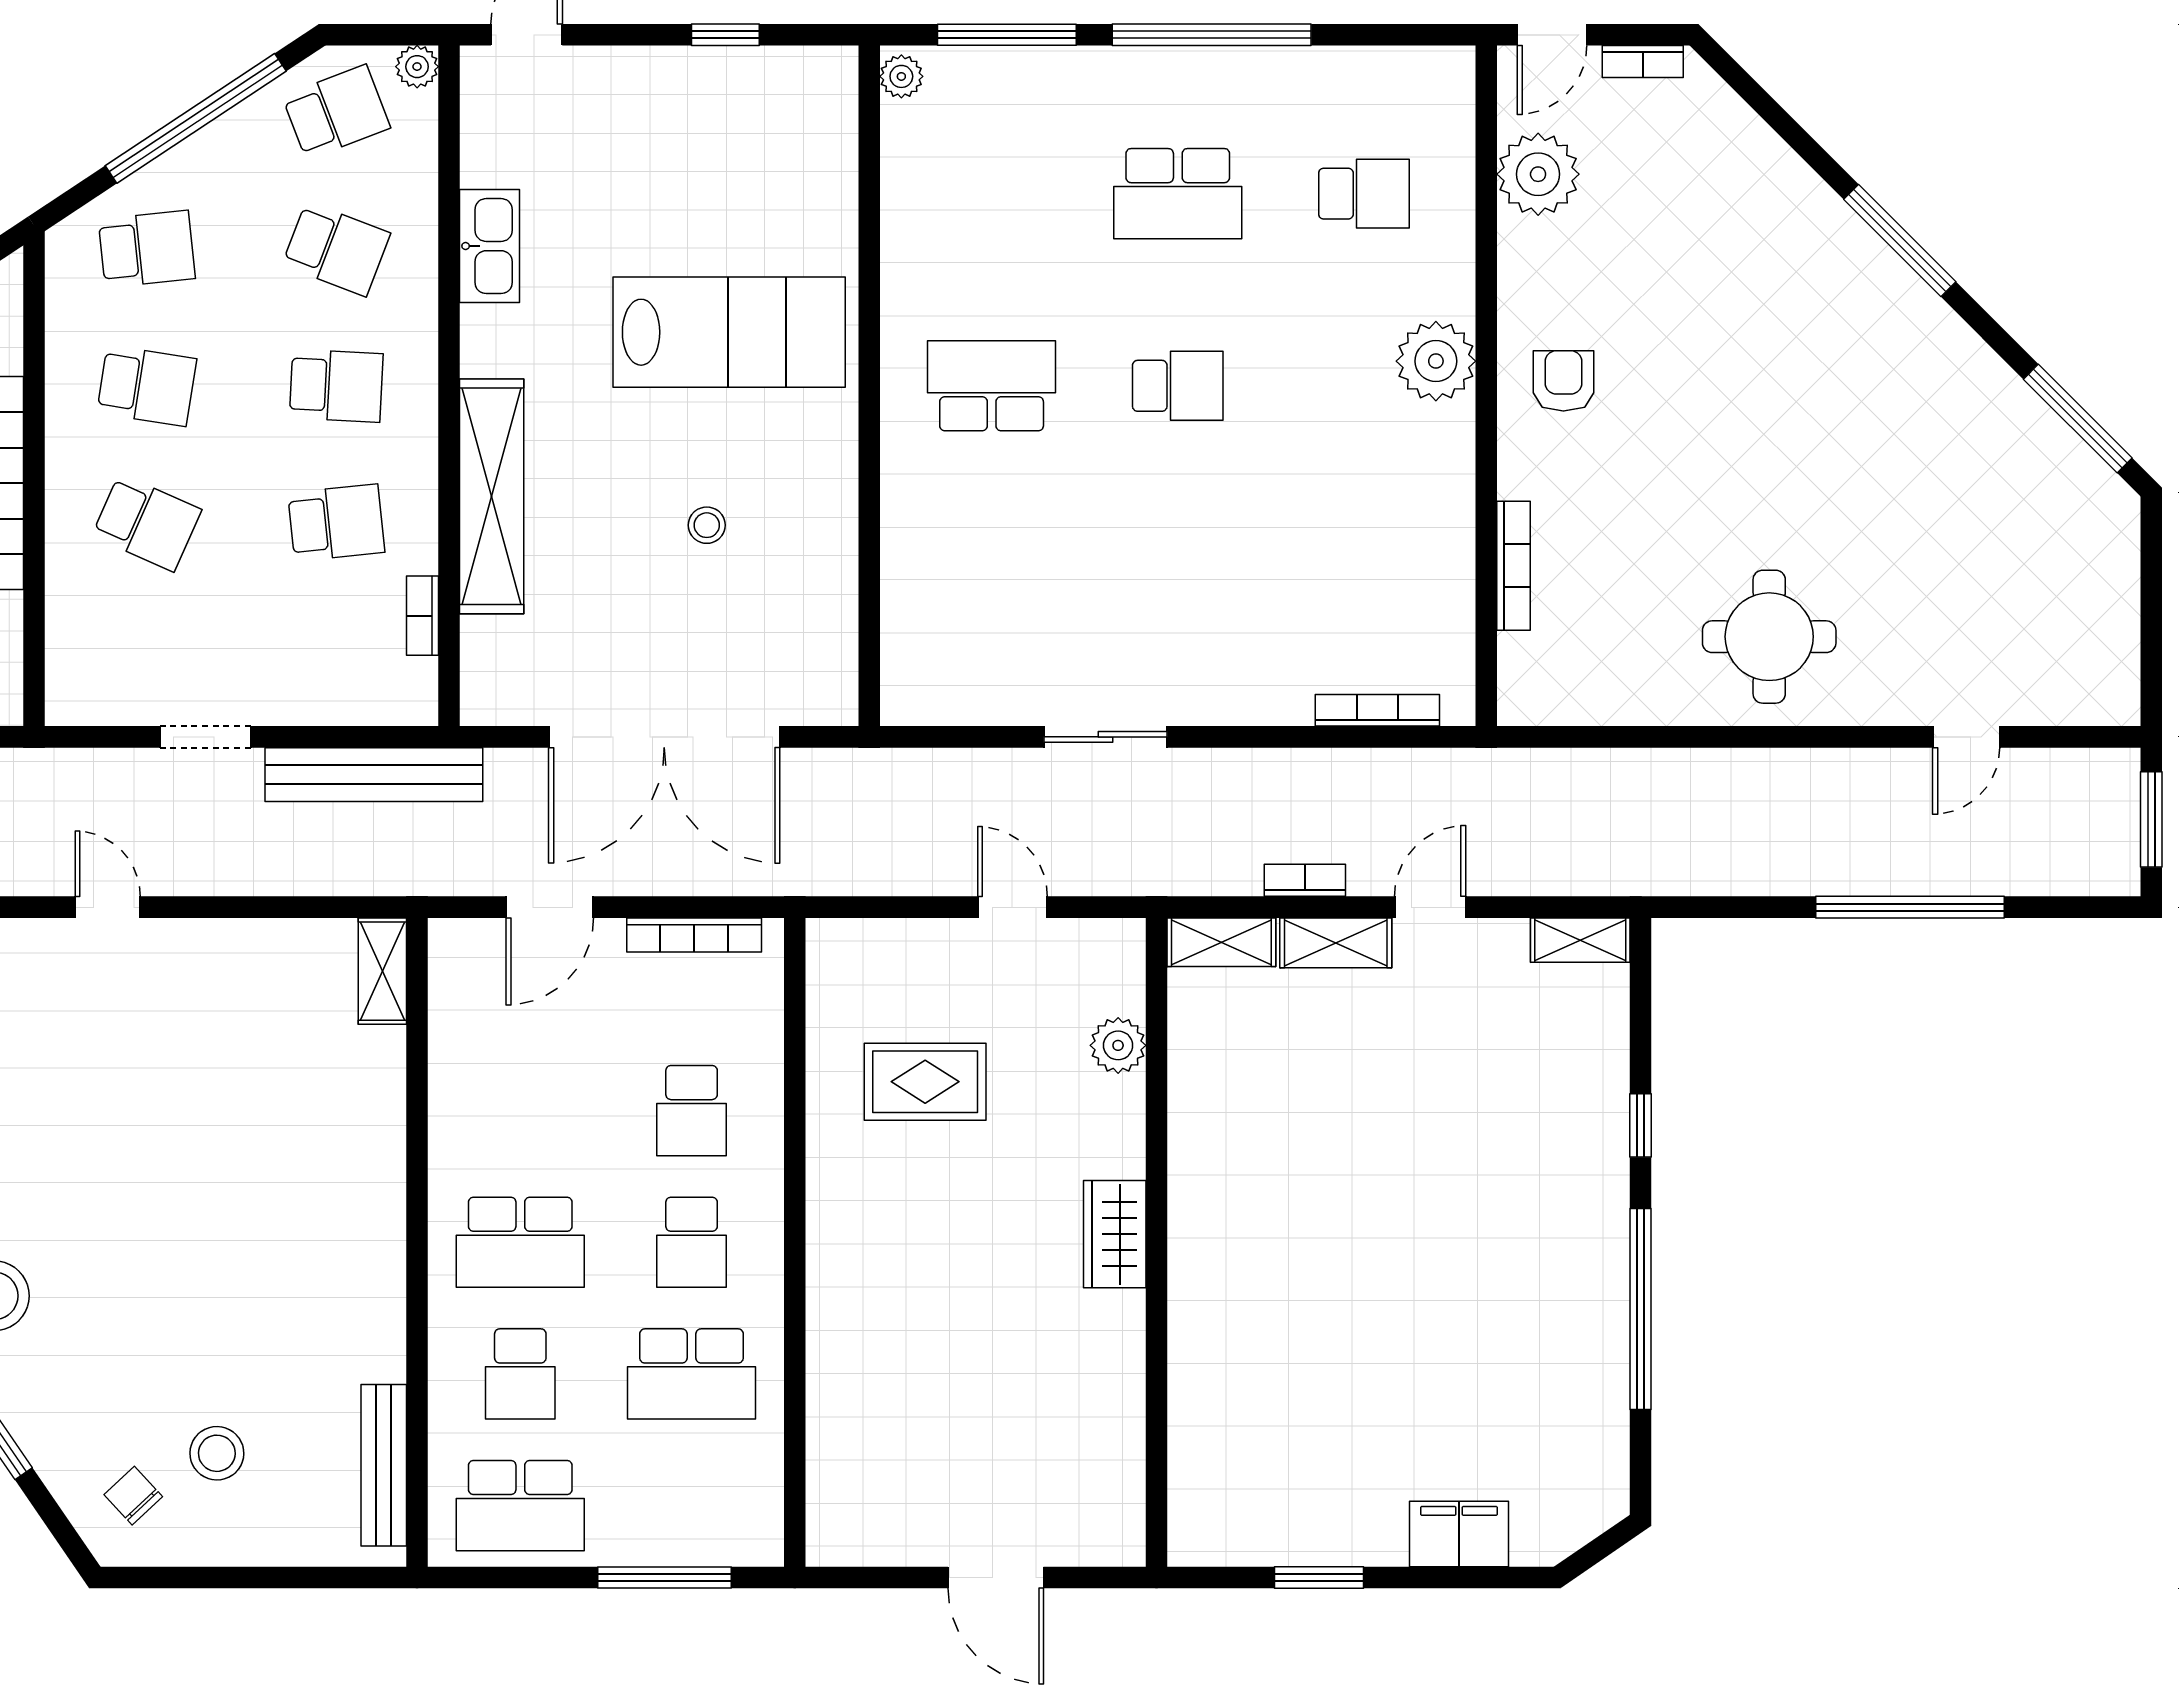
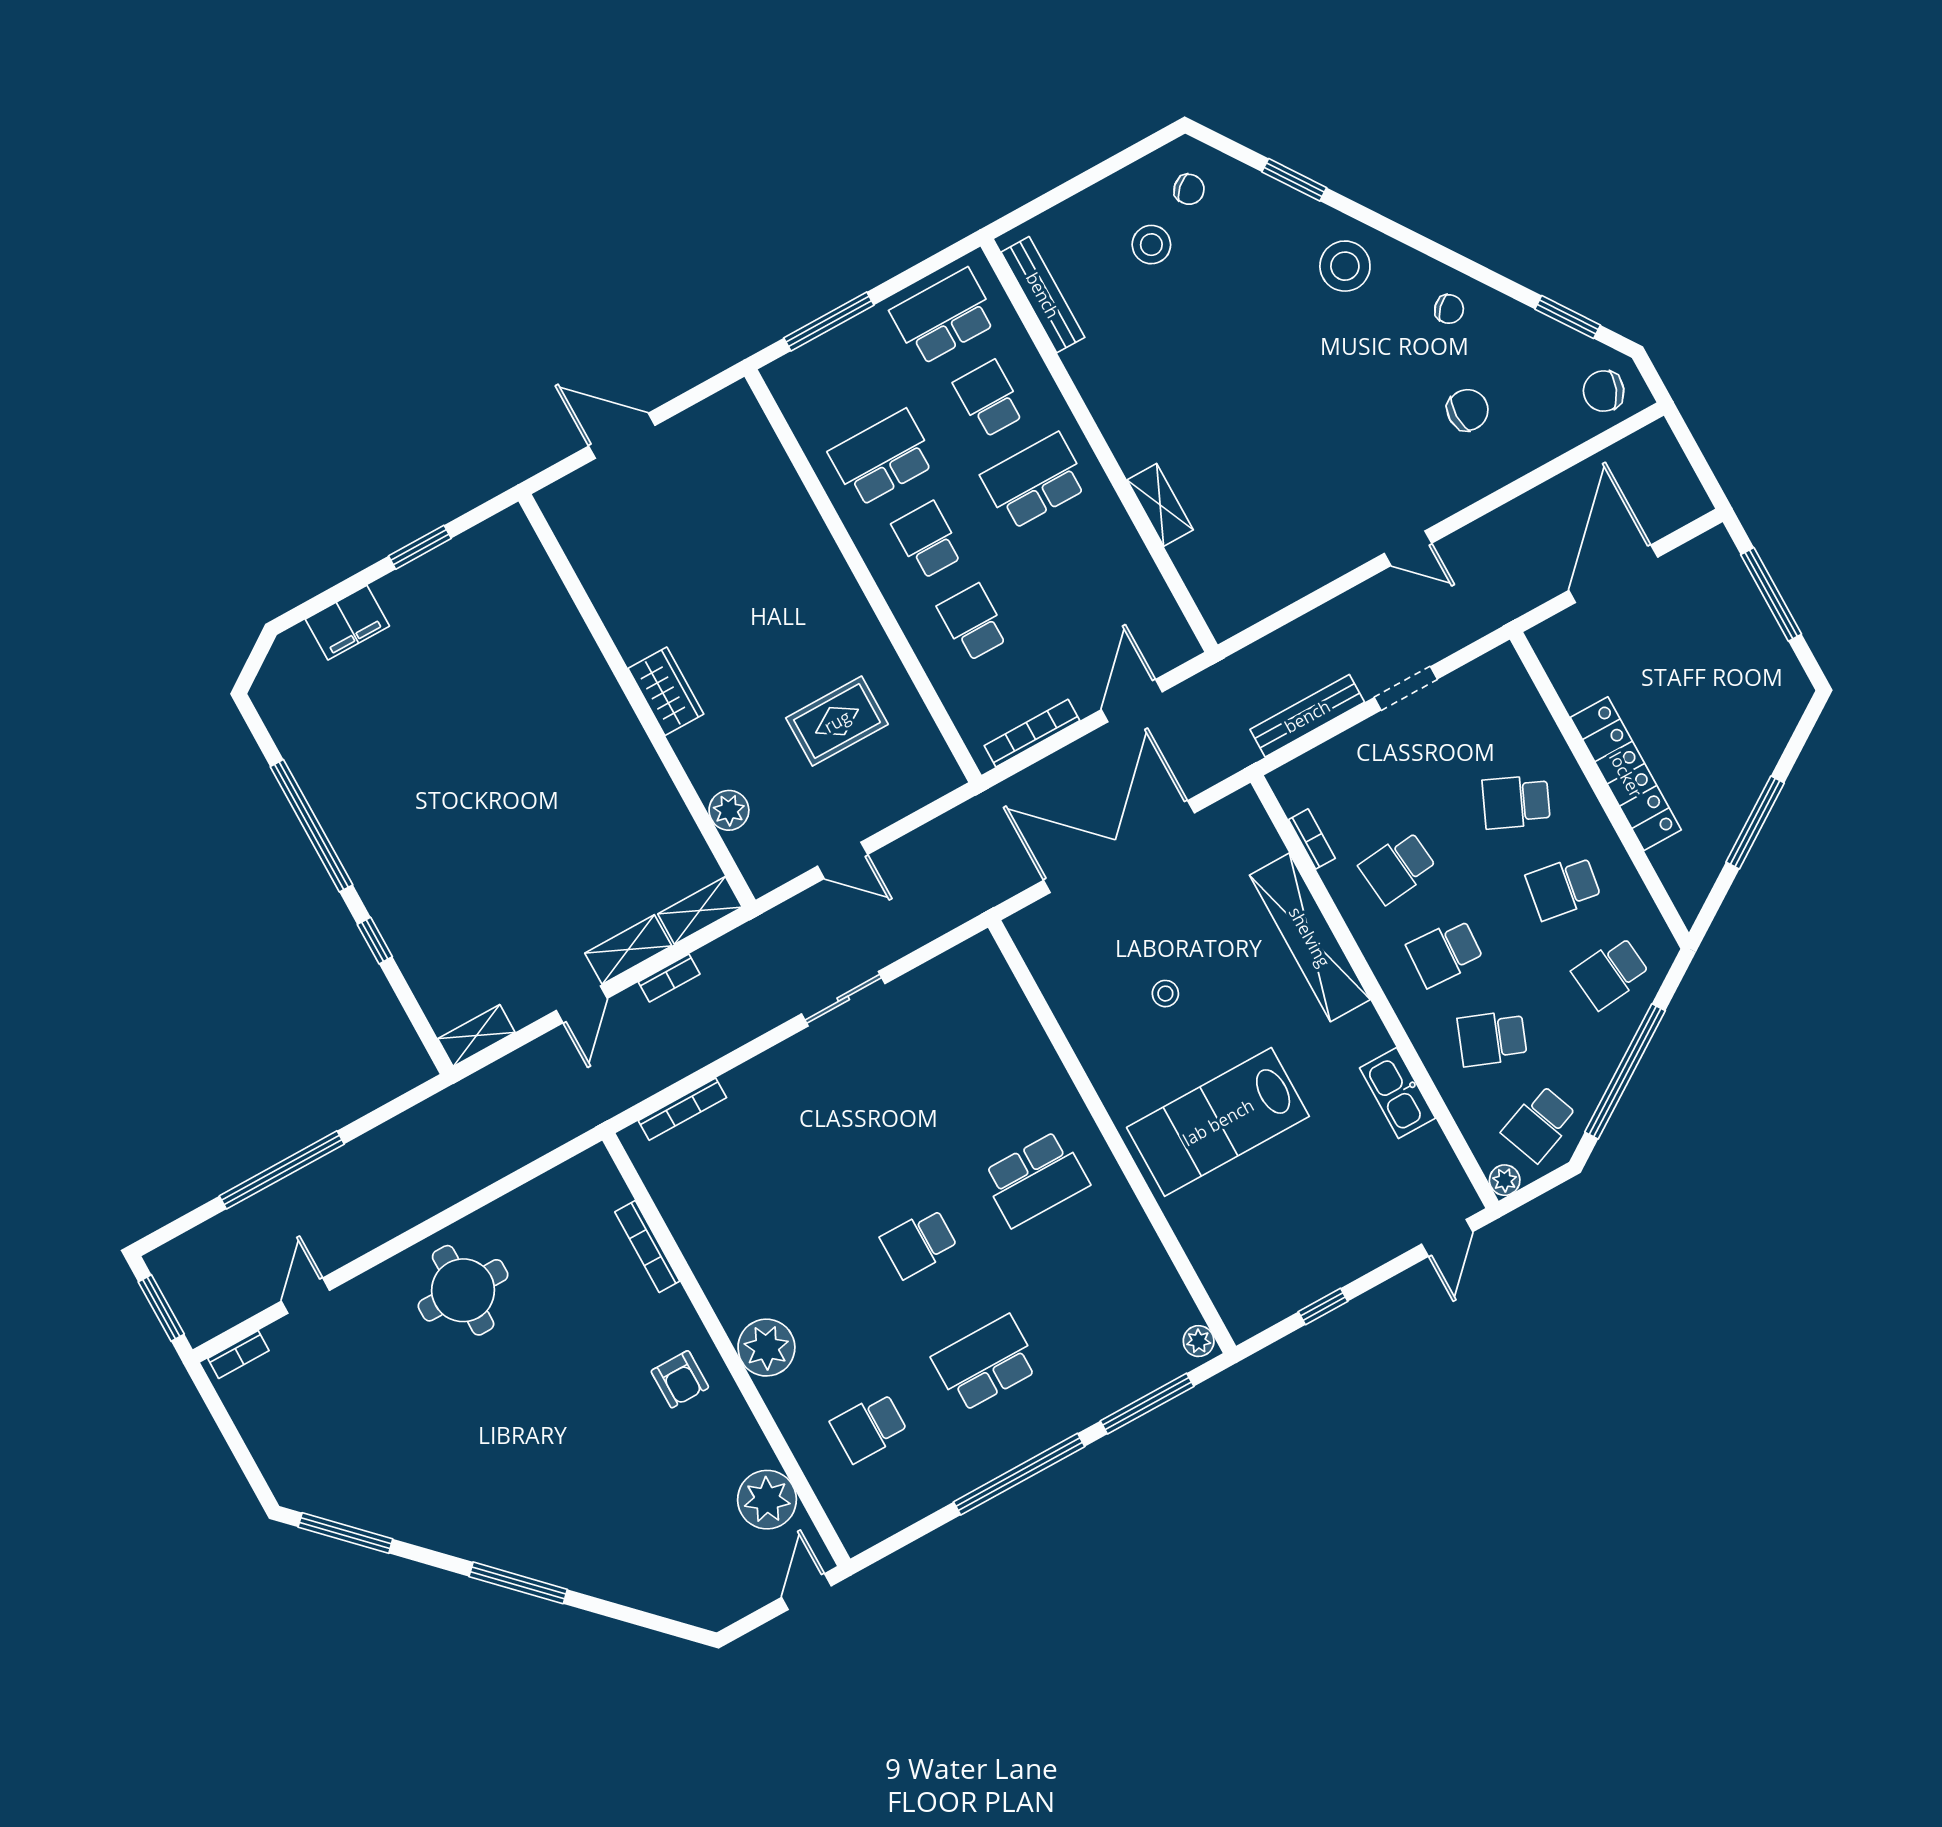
bookcase: (1643, 61) -> (238, 1355), moved, turned 180
bench: (374, 775) -> (1307, 716), width x0.73, depth x0.82
shelving: (382, 971) -> (1160, 505), moved

